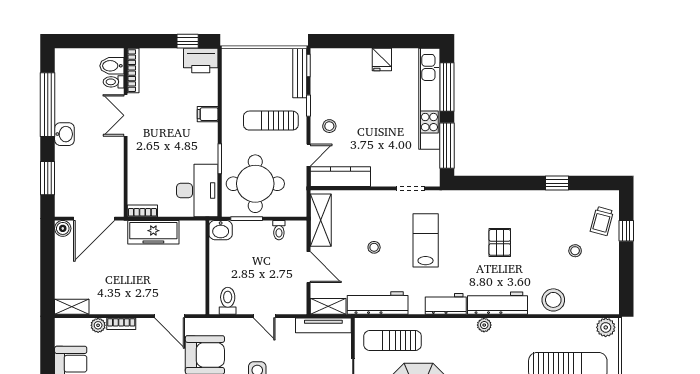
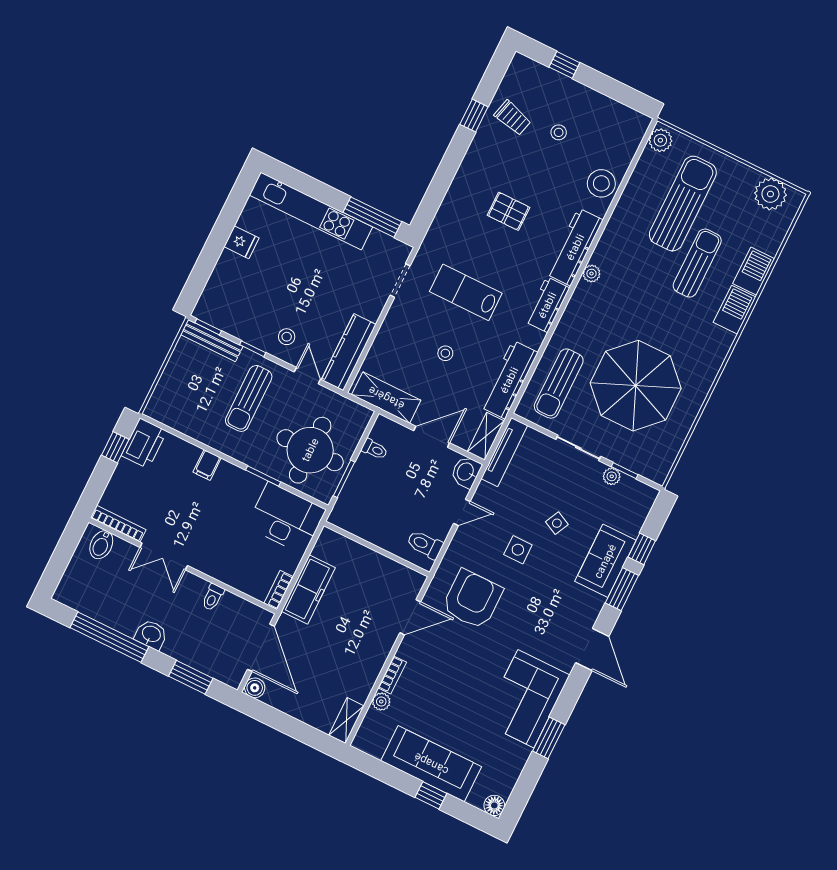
toilet: (114, 82) -> (213, 597), moved
window: (447, 87) -> (308, 185), removed
trolley: (602, 221) -> (513, 118), moved
washbasin: (221, 230) -> (466, 472), moved, turned 180

